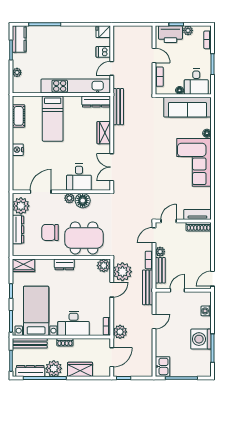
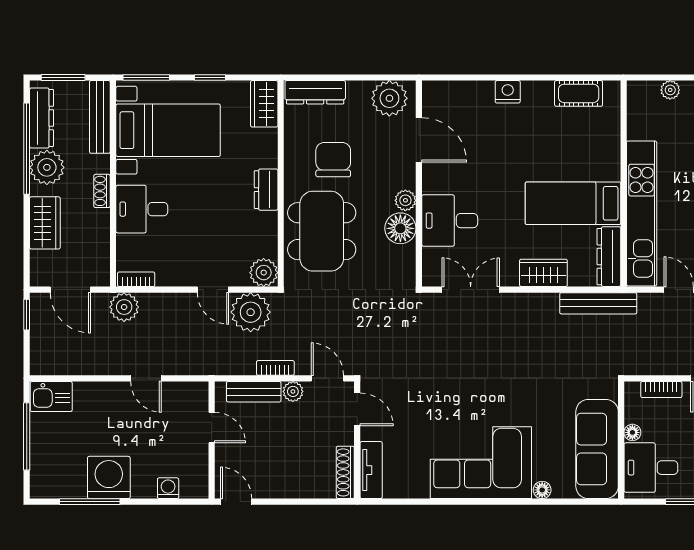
bed: (53, 119) -> (573, 203), moved
dresser: (18, 230) -> (315, 92), moved
bench: (148, 287) -> (218, 365), removed
desk: (74, 323) -> (142, 209), width x0.73

